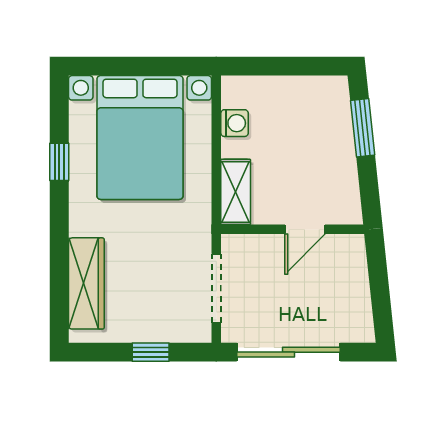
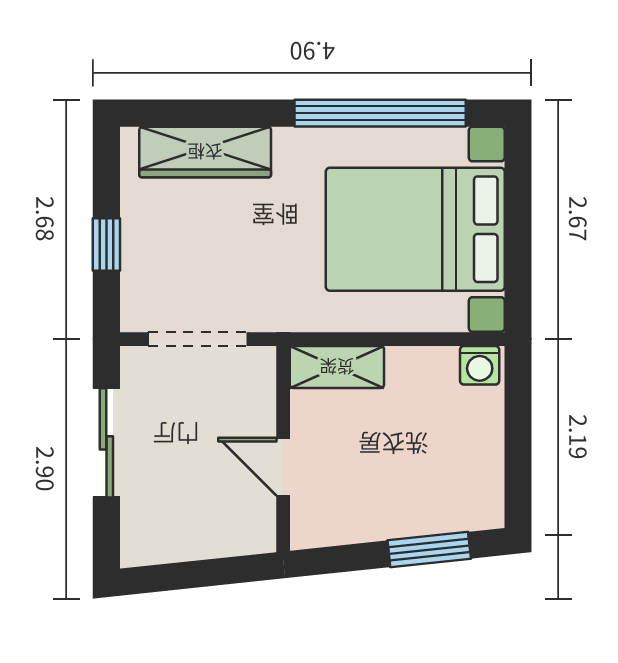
washing machine: (235, 123) -> (480, 365), moved
window: (59, 162) -> (380, 113), width x3.17
sliding door: (289, 352) -> (106, 443), width x0.73

